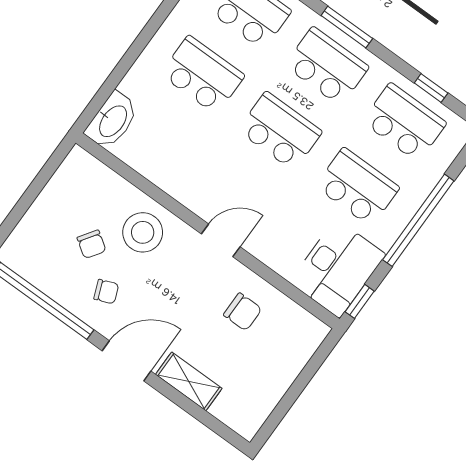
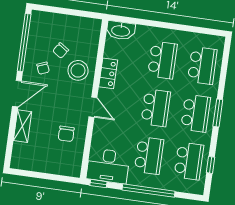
locker: (176, 182) -> (108, 73), added
door: (127, 361) -> (17, 94), hinge flipped

